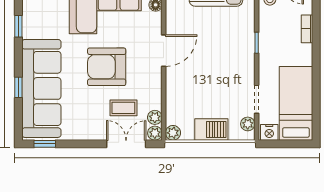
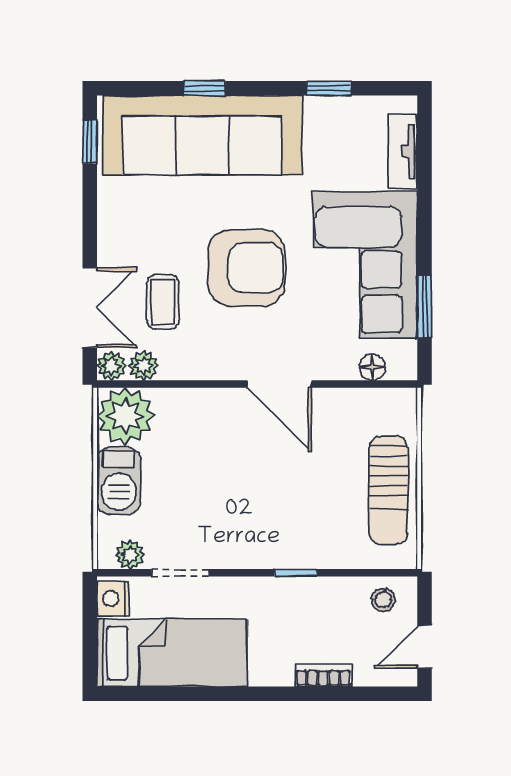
armchair: (107, 67) -> (246, 268), turned 90
plant: (173, 133) -> (125, 416), width x1.88, depth x1.88

